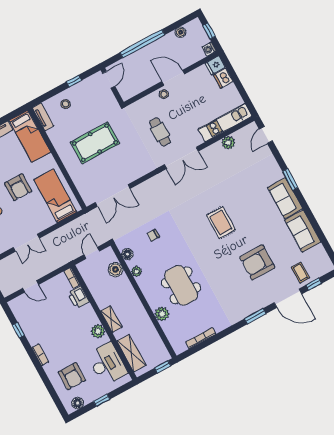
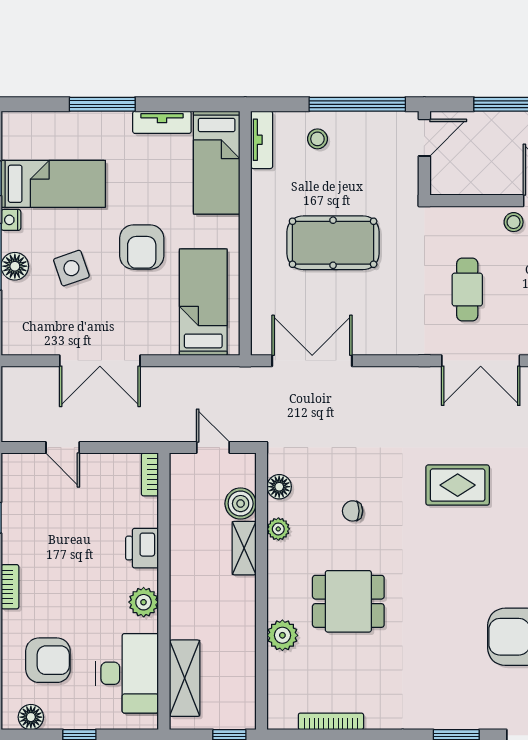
window: (74, 81) -> (357, 104), width x3.17
double door: (113, 196) -> (312, 361), swing flipped
rug: (221, 223) -> (458, 485), moved, turned 90
chair: (153, 235) -> (353, 511), moved
double door: (26, 243) -> (100, 361), width x1.37
door: (92, 253) -> (213, 448), hinge flipped
dining table: (181, 285) -> (348, 601), width x0.73
printer: (79, 297) -> (142, 548), moved
shelving: (111, 319) -> (244, 548), moved
armchair: (72, 376) -> (48, 660), turned -90

